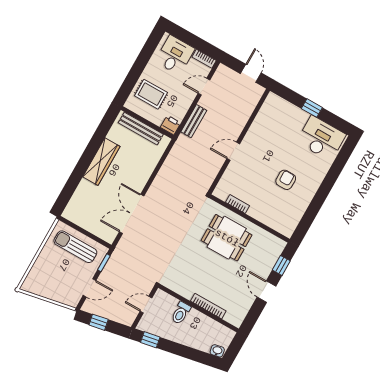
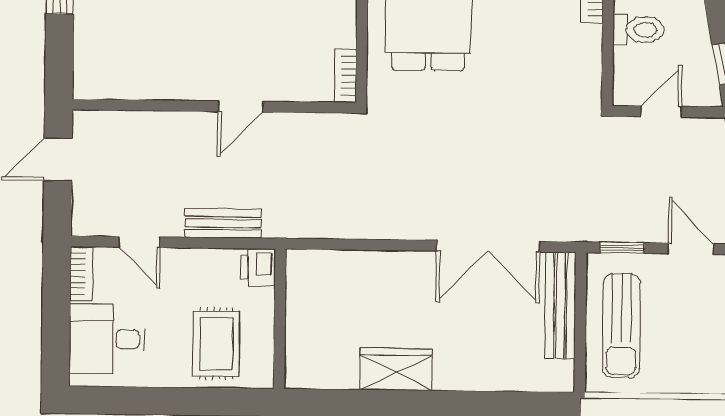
bench: (141, 129) -> (561, 305), moved
door: (233, 151) -> (241, 106), hinge flipped
wardrobe: (101, 162) -> (396, 369), width x0.67
bookcase: (238, 204) -> (345, 76), moved
door: (146, 305) -> (661, 112), swing flipped

